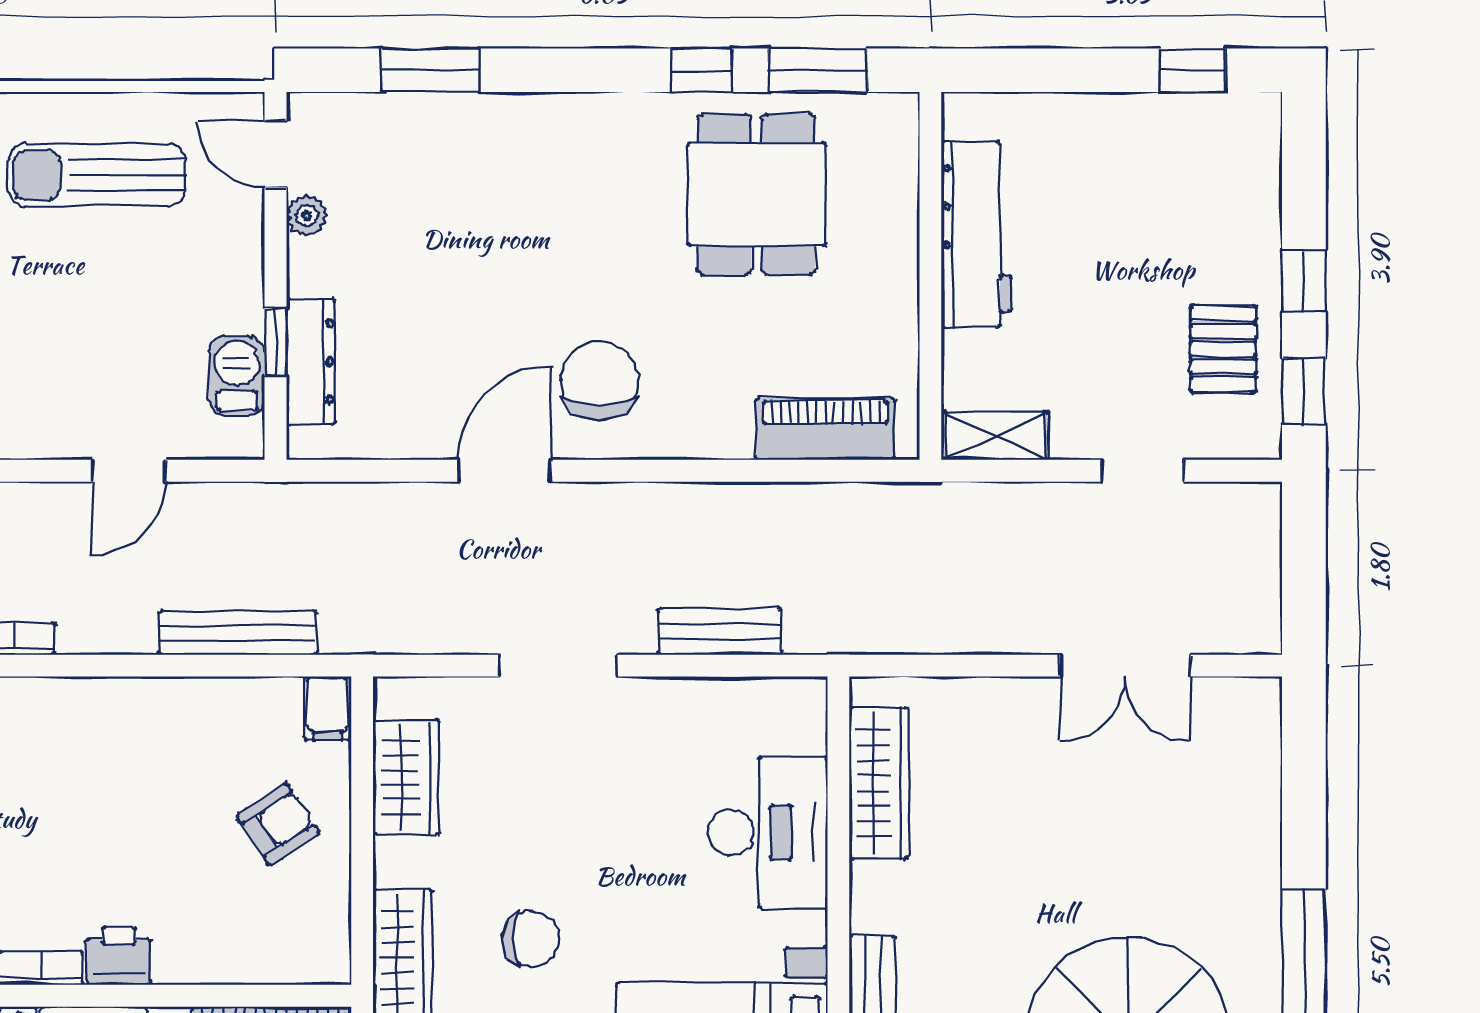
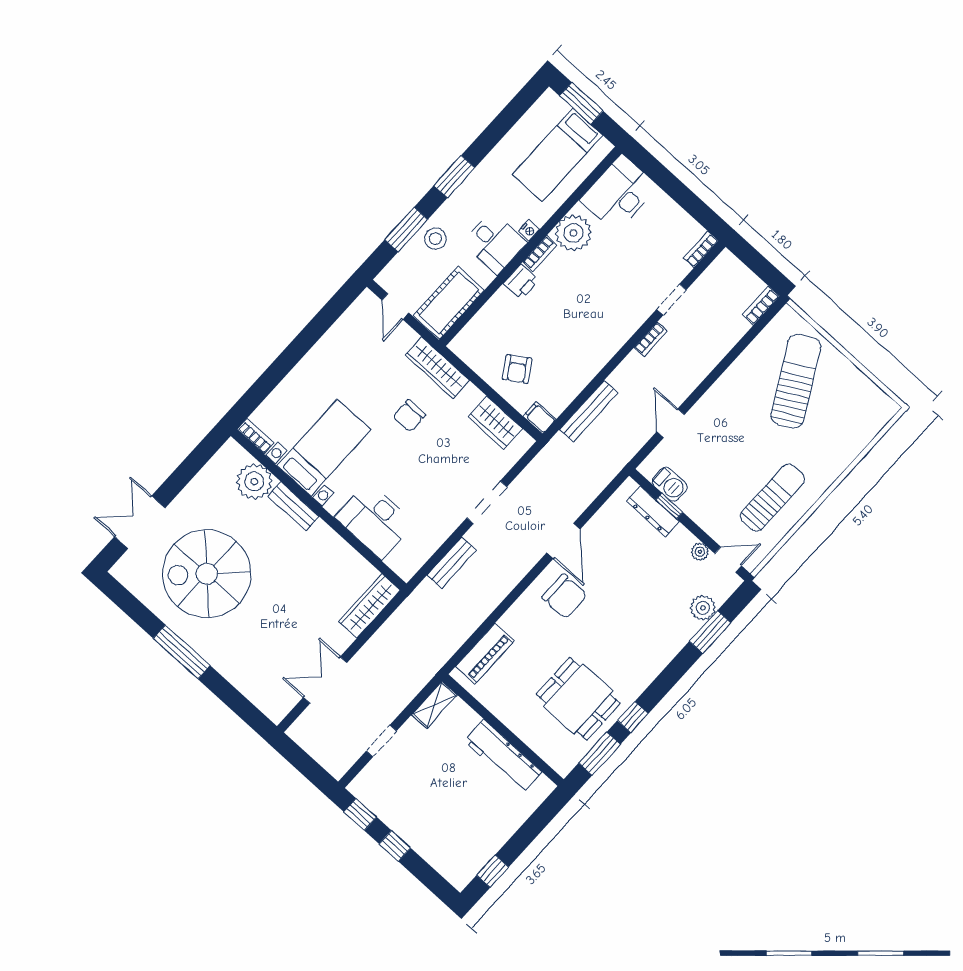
plant: (400, 121) -> (703, 608), added
pallet: (1223, 349) -> (397, 801), removed
wardrobe: (879, 783) -> (370, 606), moved, turned 90

